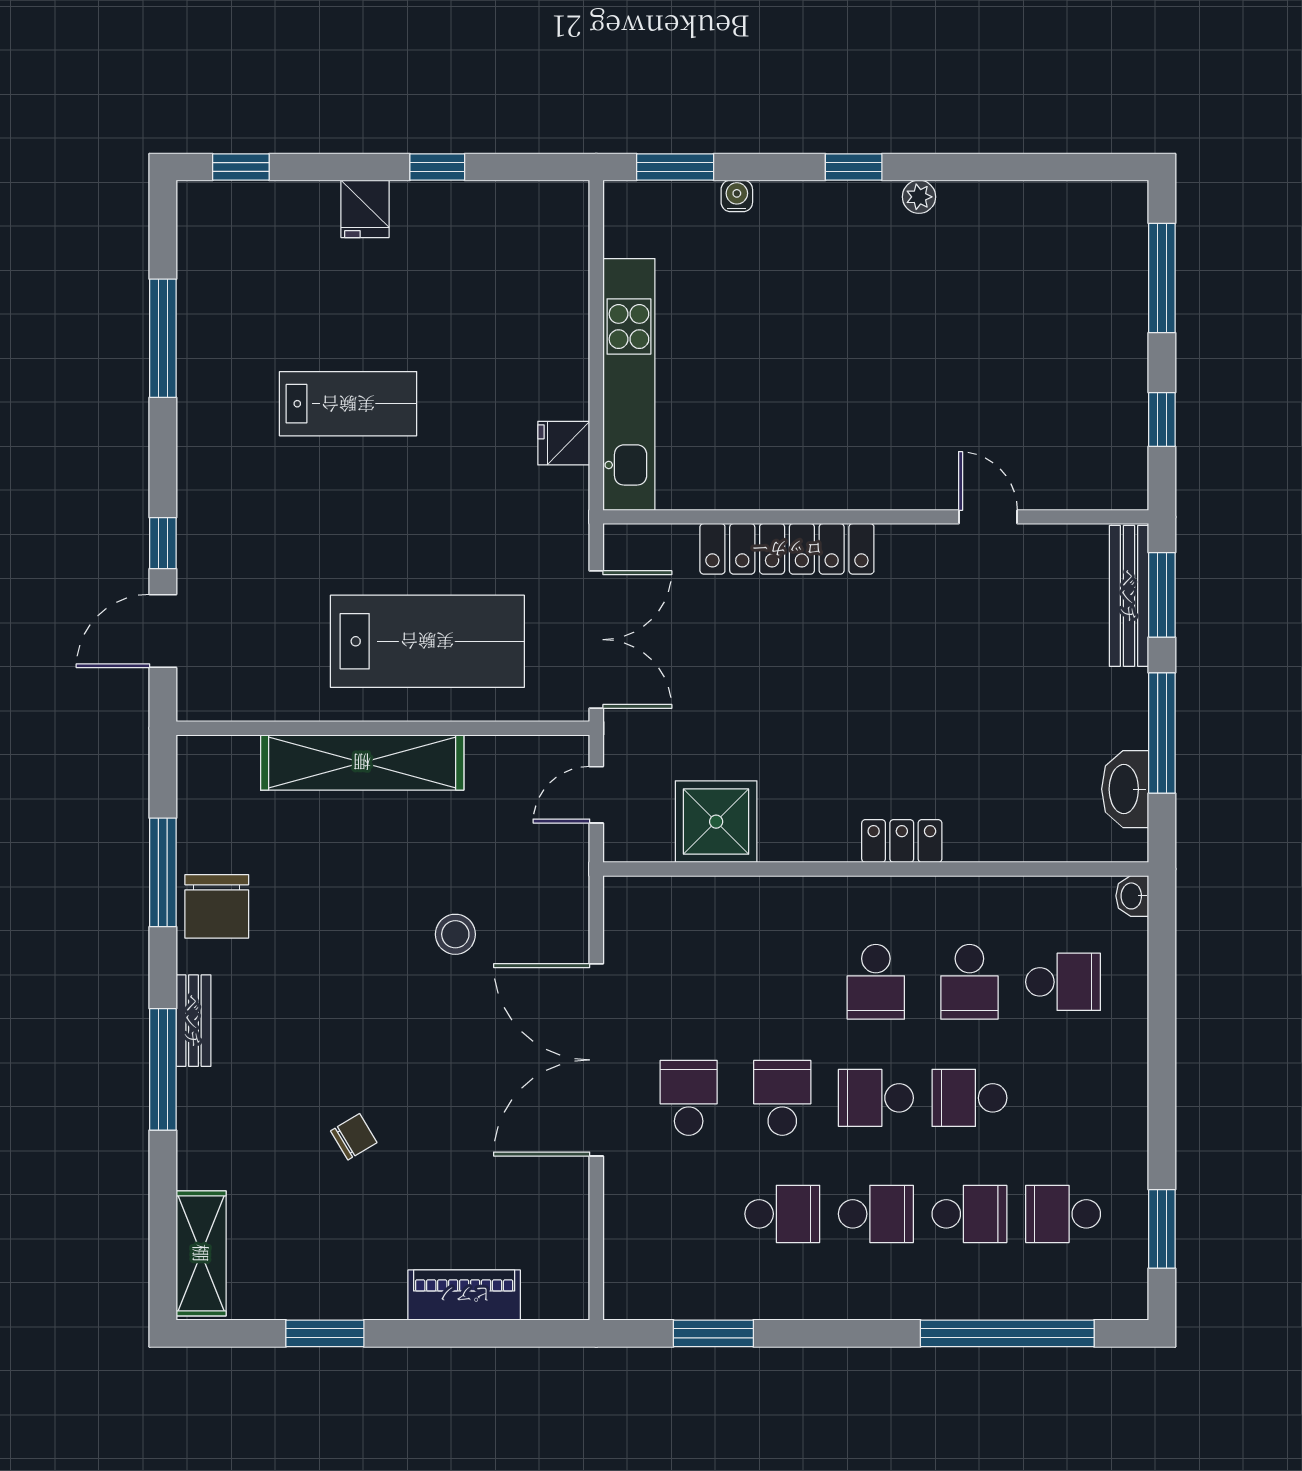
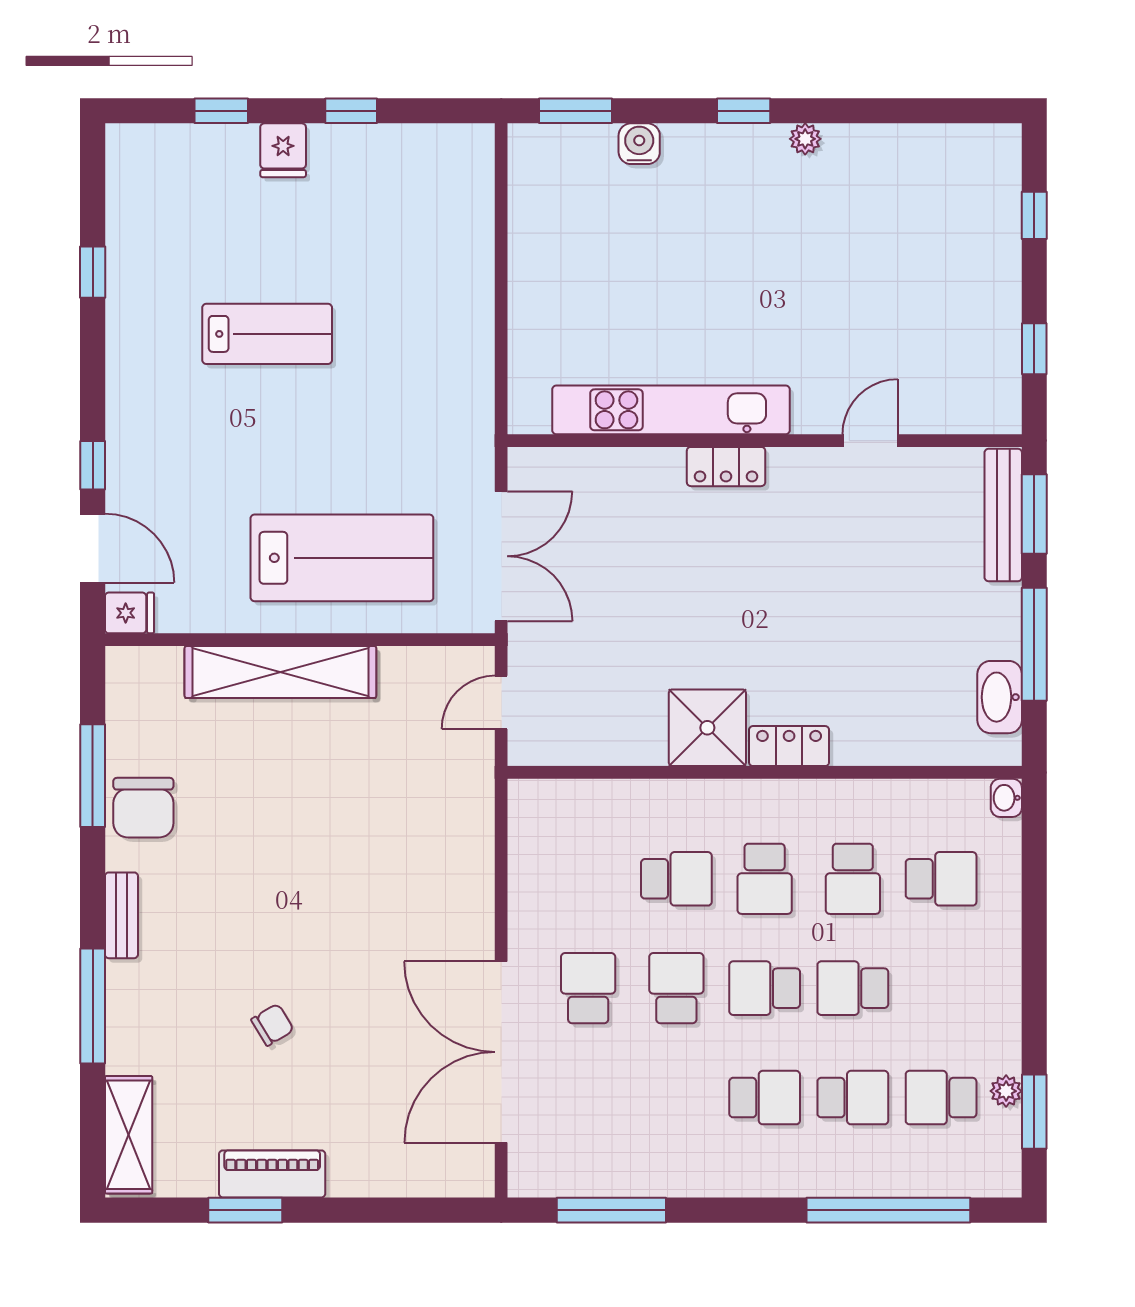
window: (241, 167) -> (221, 111), moved
water cooler: (737, 196) -> (639, 144), width x1.38, depth x1.38
window: (1162, 278) -> (1034, 215), width x0.46
window: (163, 338) -> (93, 272), width x0.46
kitchen unit: (629, 384) -> (671, 410), moved, turned -90
fridge: (564, 443) -> (129, 613), moved, turned 180
door: (988, 517) -> (870, 441), hinge flipped
locker: (787, 549) -> (726, 467), width x0.46, depth x0.83
door: (163, 631) -> (93, 548), swing flipped
shower: (716, 822) -> (707, 728), moved
stool: (455, 934) -> (368, 834), removed
double door: (596, 1060) -> (501, 1052), moved
window: (163, 1069) -> (93, 1006), moved
plant: (1132, 1207) -> (1006, 1091), added
school desk: (782, 1214) -> (676, 879), moved
piano: (464, 1295) -> (272, 1174), moved
window: (713, 1333) -> (611, 1210), width x1.44

